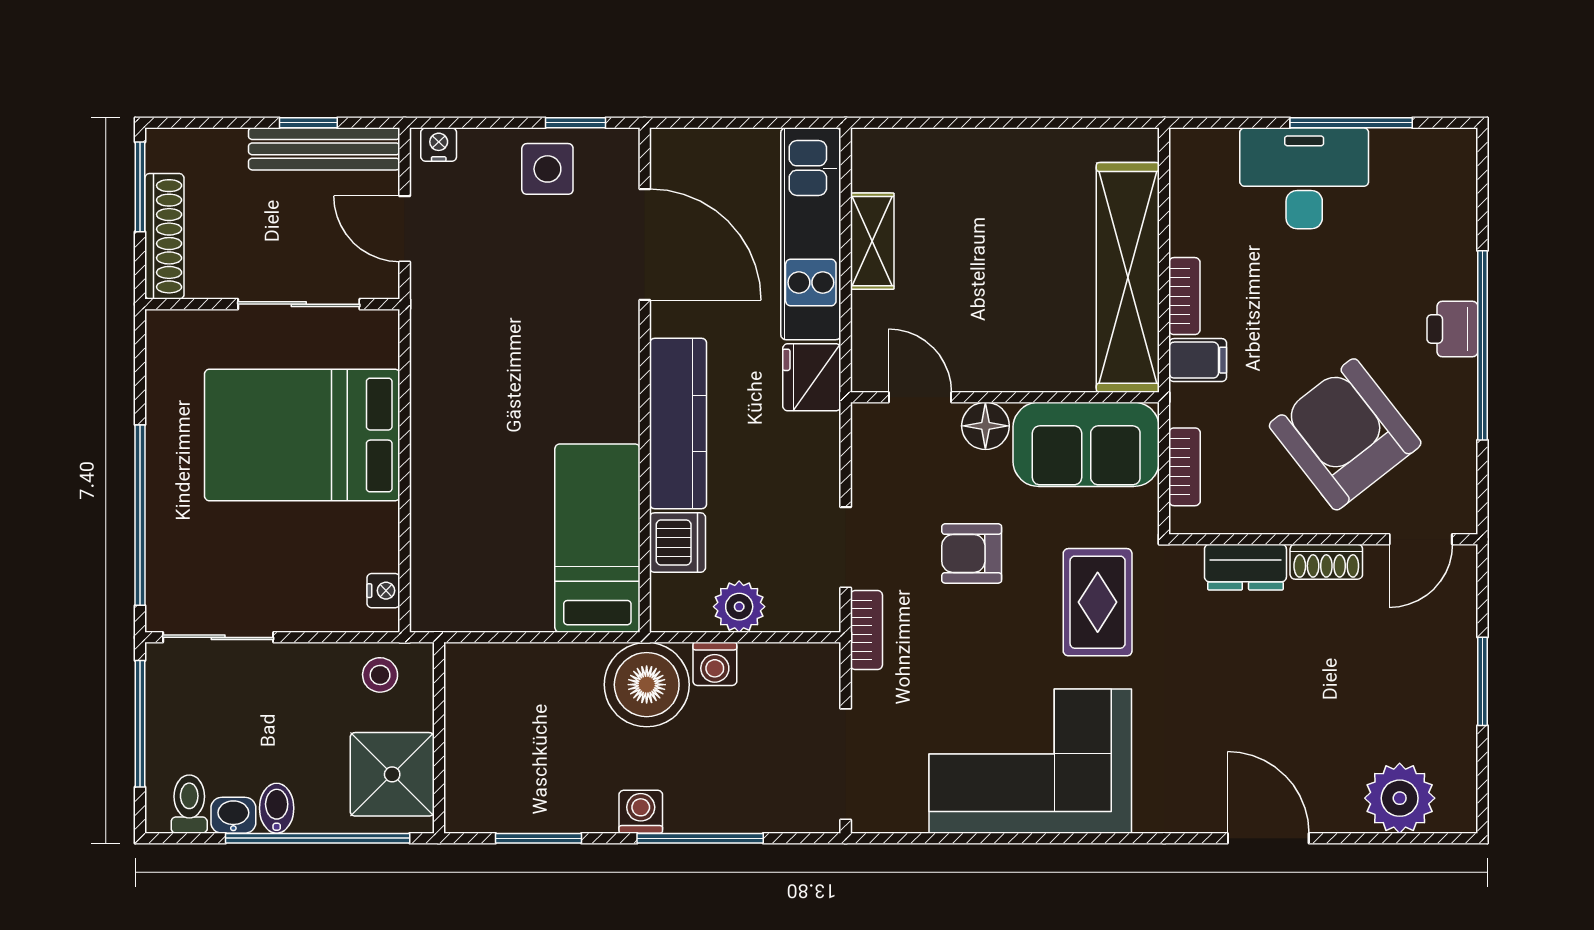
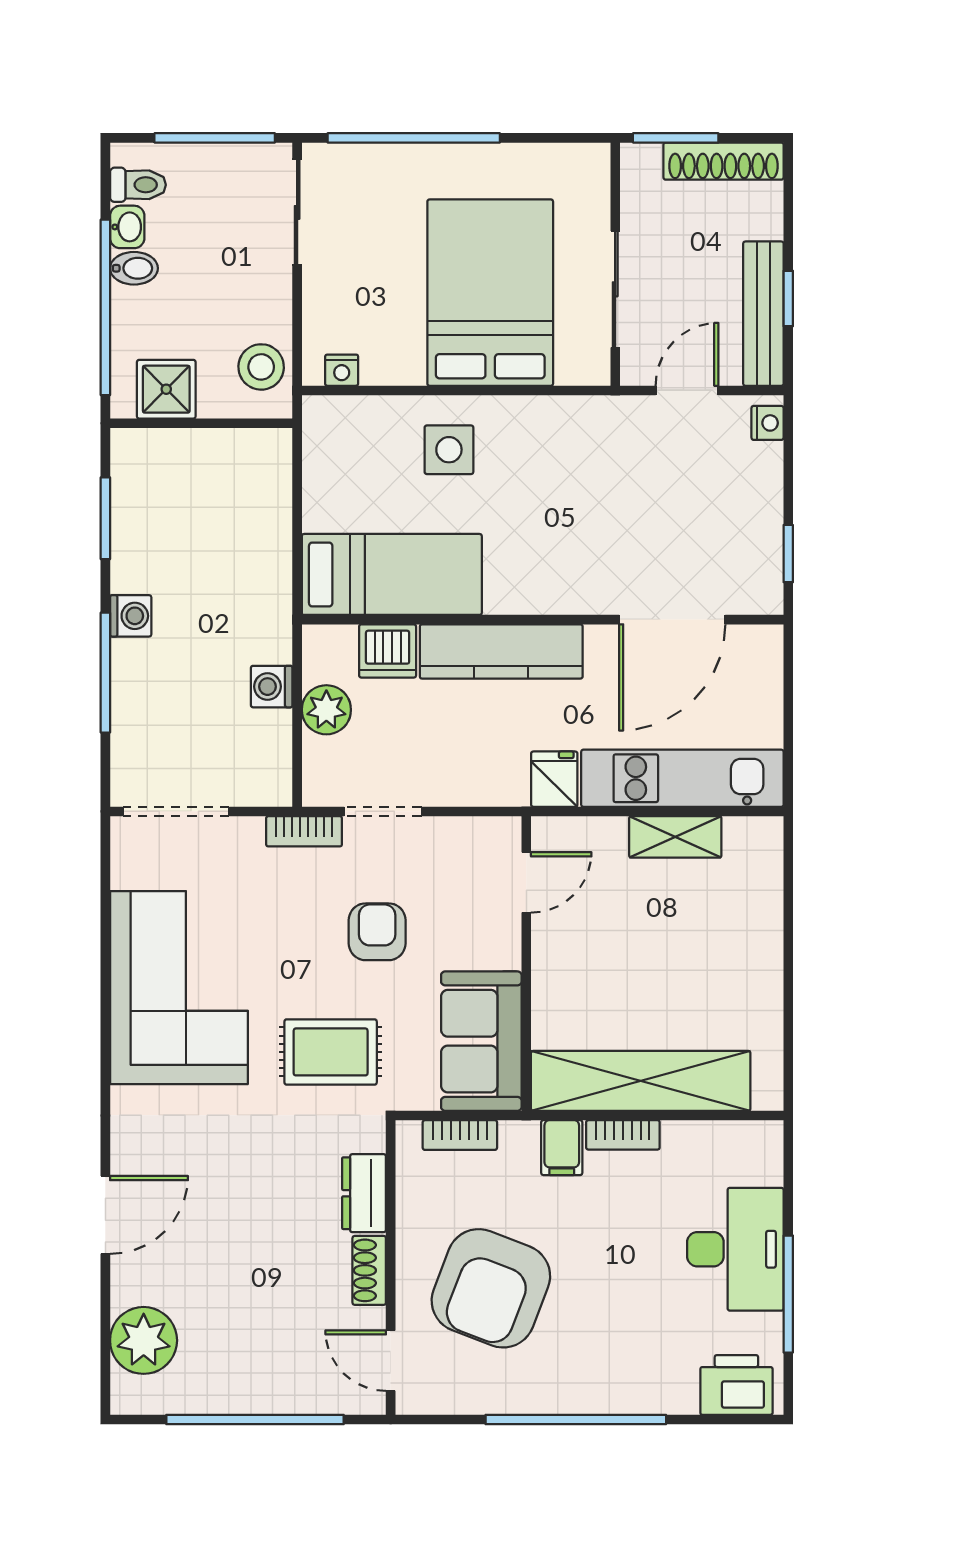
side table: (547, 169) -> (449, 450), moved
window: (140, 187) -> (676, 138), moved
shoe rack: (164, 236) -> (724, 161), moved
printer: (1452, 329) -> (736, 1385), moved, width x1.36, depth x1.24
fridge: (812, 377) -> (554, 779), width x0.72
floor lamp: (985, 426) -> (499, 945), removed
armchair: (1345, 434) -> (491, 1288), turned 149
stool: (380, 675) -> (261, 367), width x1.37, depth x1.37
window: (1483, 681) -> (255, 1420), width x2.11
boiler: (647, 685) -> (252, 622), removed
shower: (392, 774) -> (166, 389), width x0.73, depth x0.73

